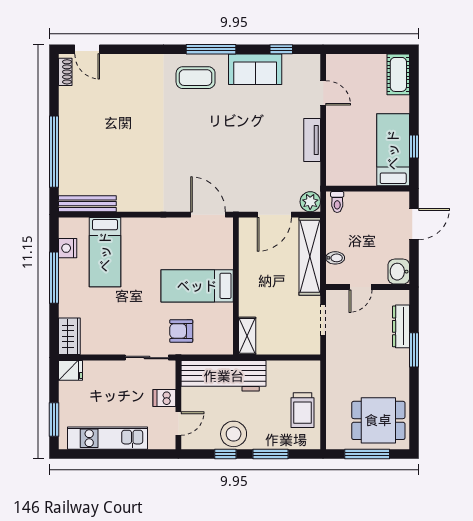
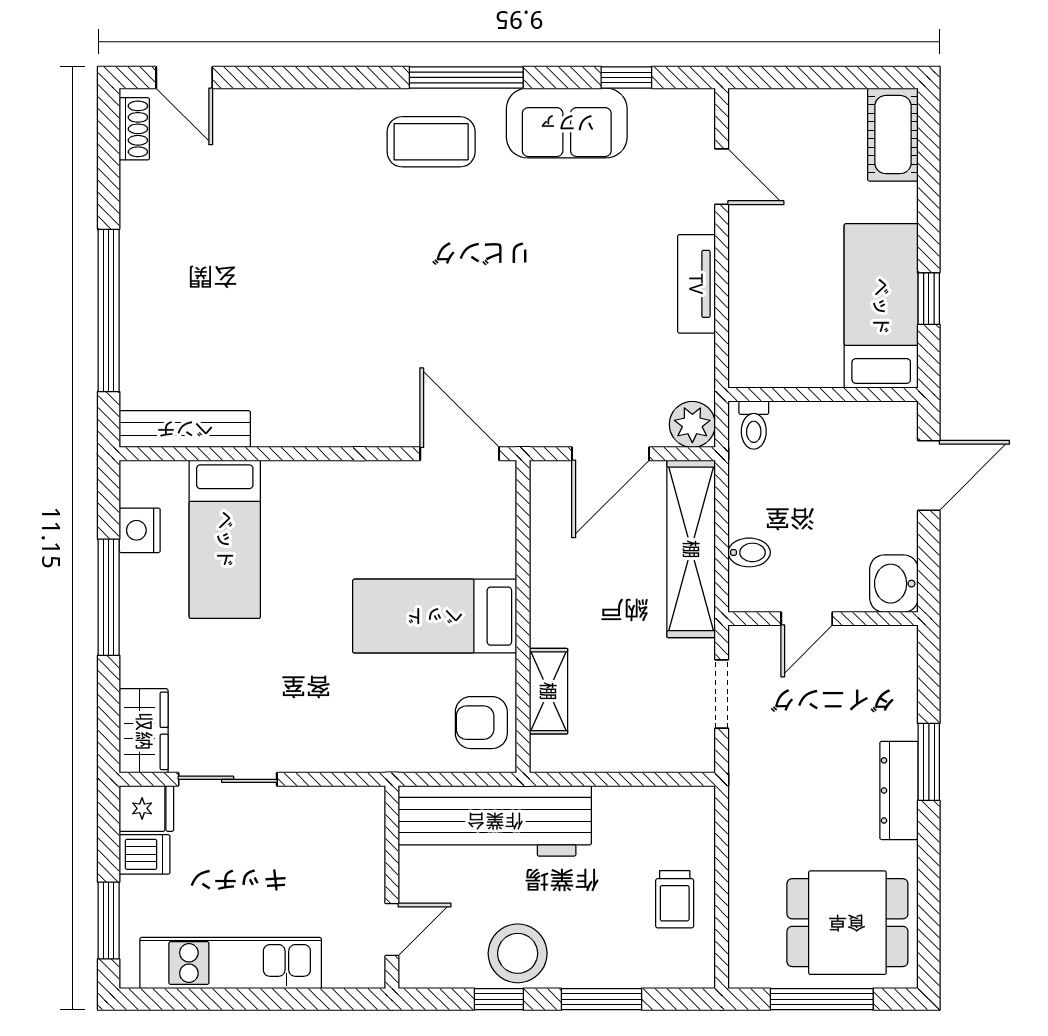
dresser: (401, 326) -> (899, 790), moved
armchair: (181, 331) -> (481, 723), moved
shelving: (247, 336) -> (548, 691), moved
sliding door: (147, 358) -> (228, 779), moved
dishwasher: (164, 398) -> (145, 854), moved, turned 180
trolley: (302, 410) -> (675, 899), width x0.73, depth x0.72

